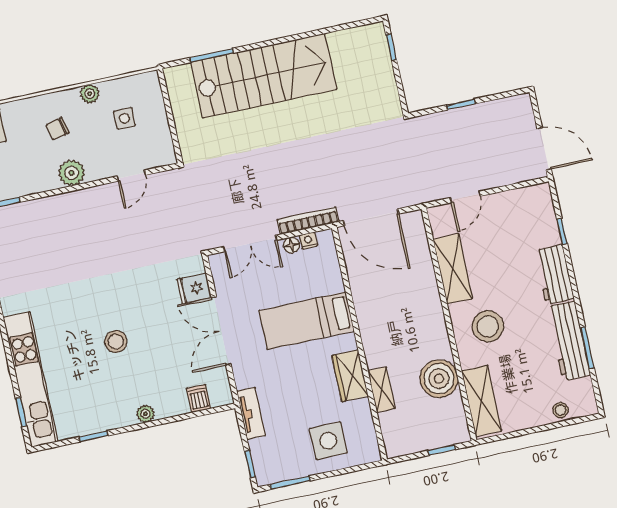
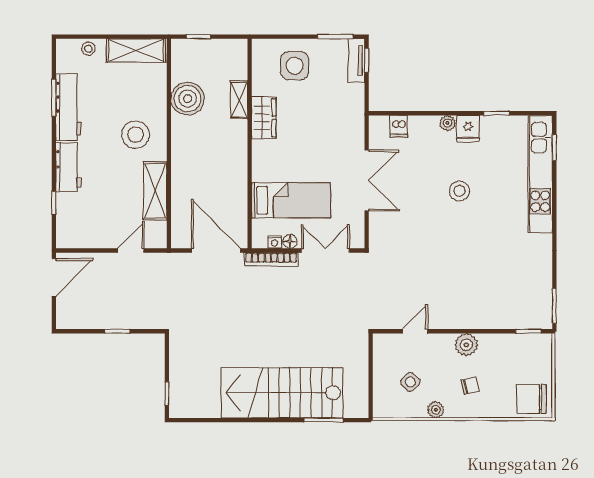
side table: (125, 118) -> (410, 382), turned 45
door: (544, 149) -> (54, 277), swing flipped
fridge: (194, 288) -> (468, 129), moved, turned 90
bed: (307, 321) -> (291, 200), moved
shelving: (481, 401) -> (136, 50), moved, turned 90
tv unit: (251, 413) -> (356, 60), moved

